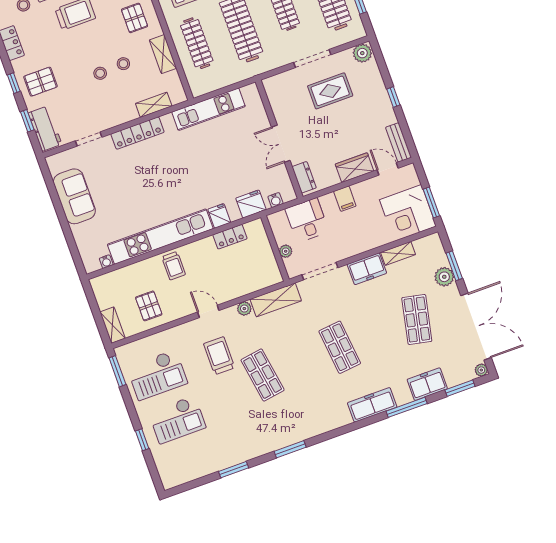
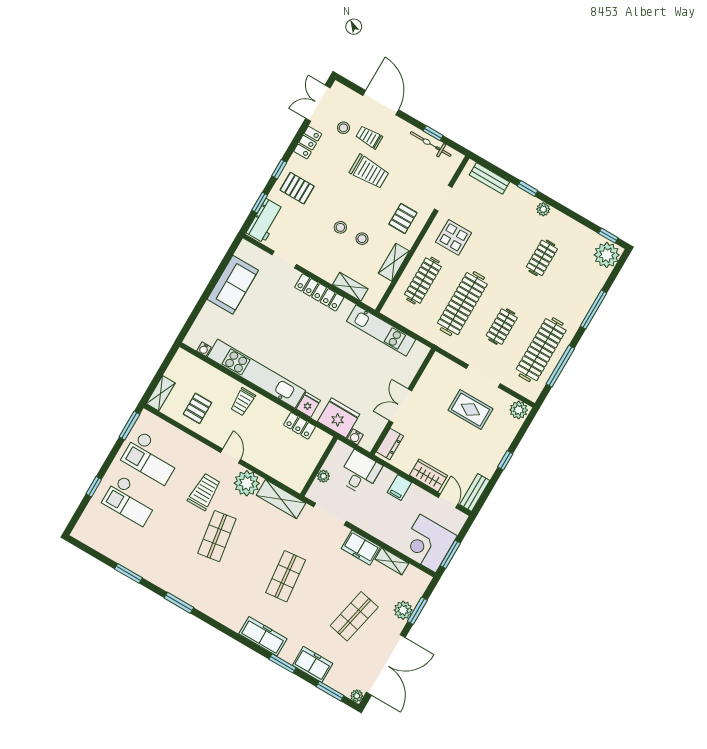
fridge: (251, 204) -> (339, 418), width x1.36, depth x1.34
plant: (244, 309) -> (247, 483), width x1.88, depth x1.88
window: (407, 407) -> (283, 663), width x0.69

